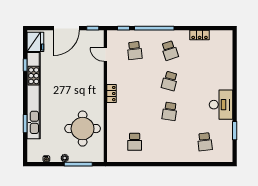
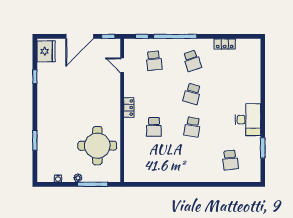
kitchen unit: (34, 96) -> (44, 110), removed
school desk: (135, 142) -> (154, 127), moved

